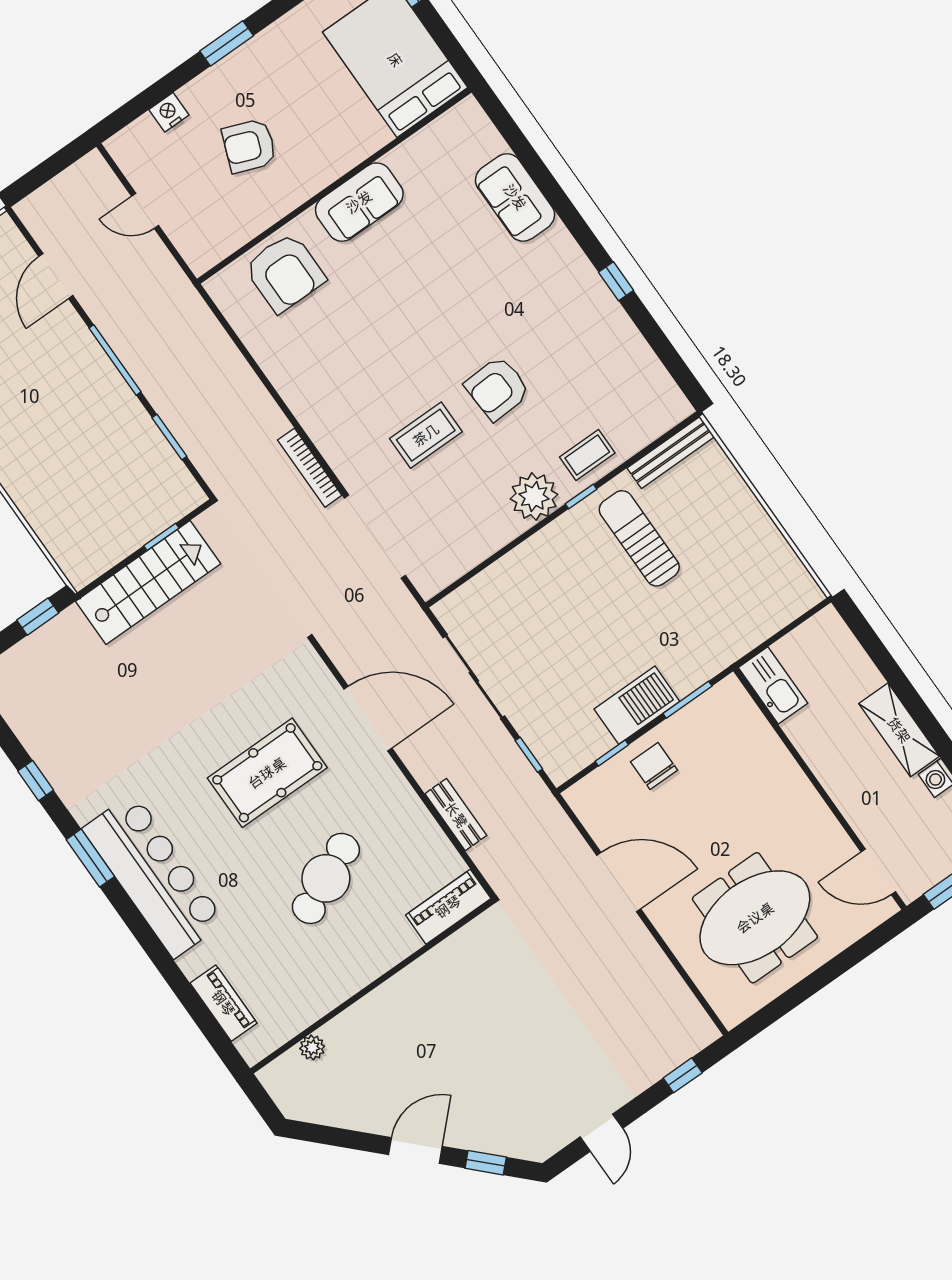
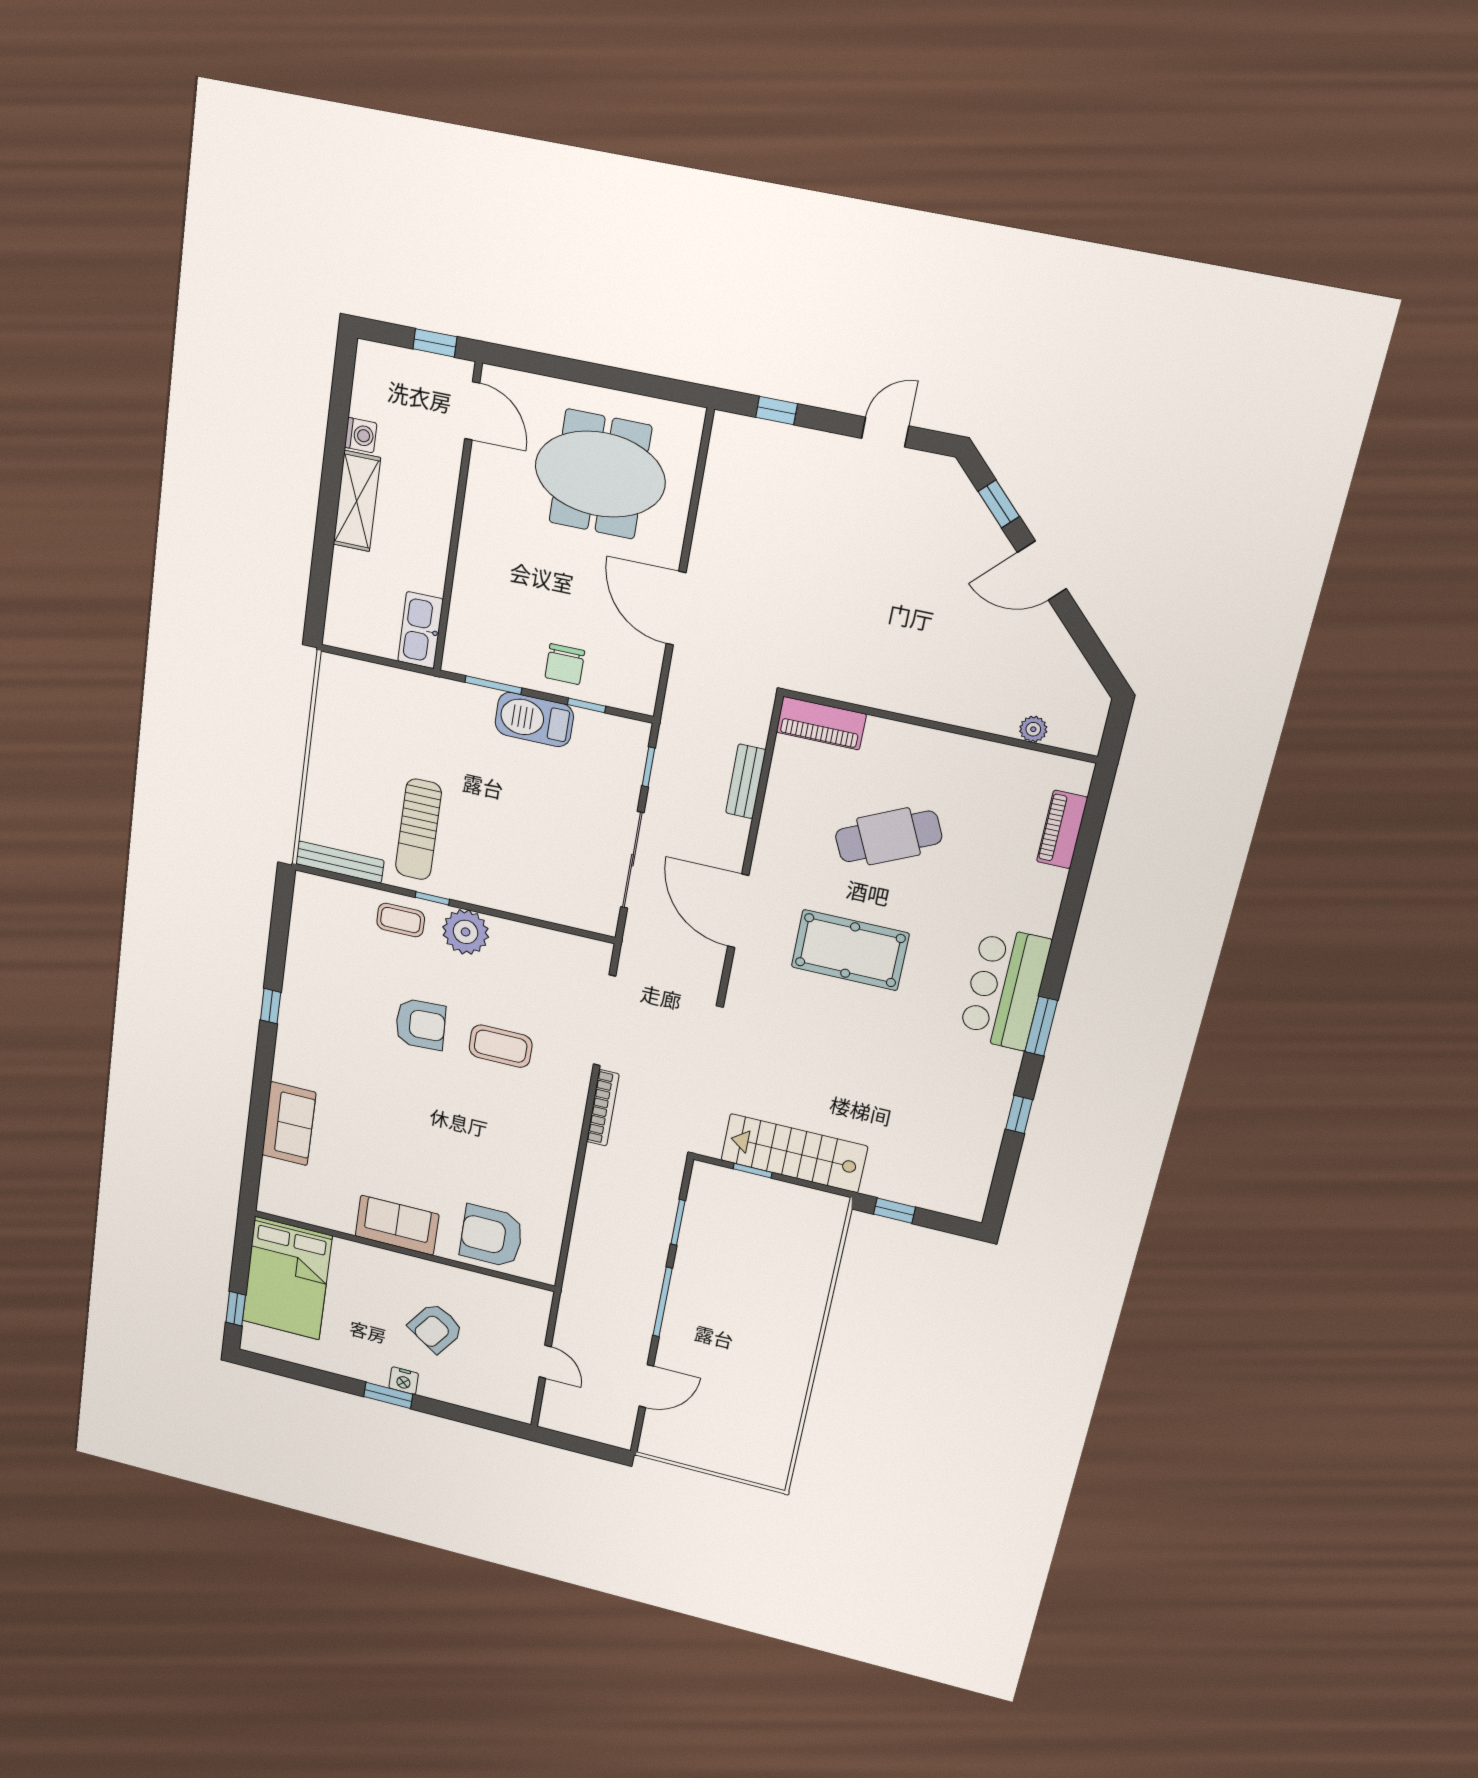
nightstand: (169, 112) -> (404, 1381), moved
armchair: (249, 146) -> (436, 1328), turned 104
armchair: (285, 272) -> (491, 1236), turned -90
bar counter: (154, 875) -> (1005, 988), width x0.73

